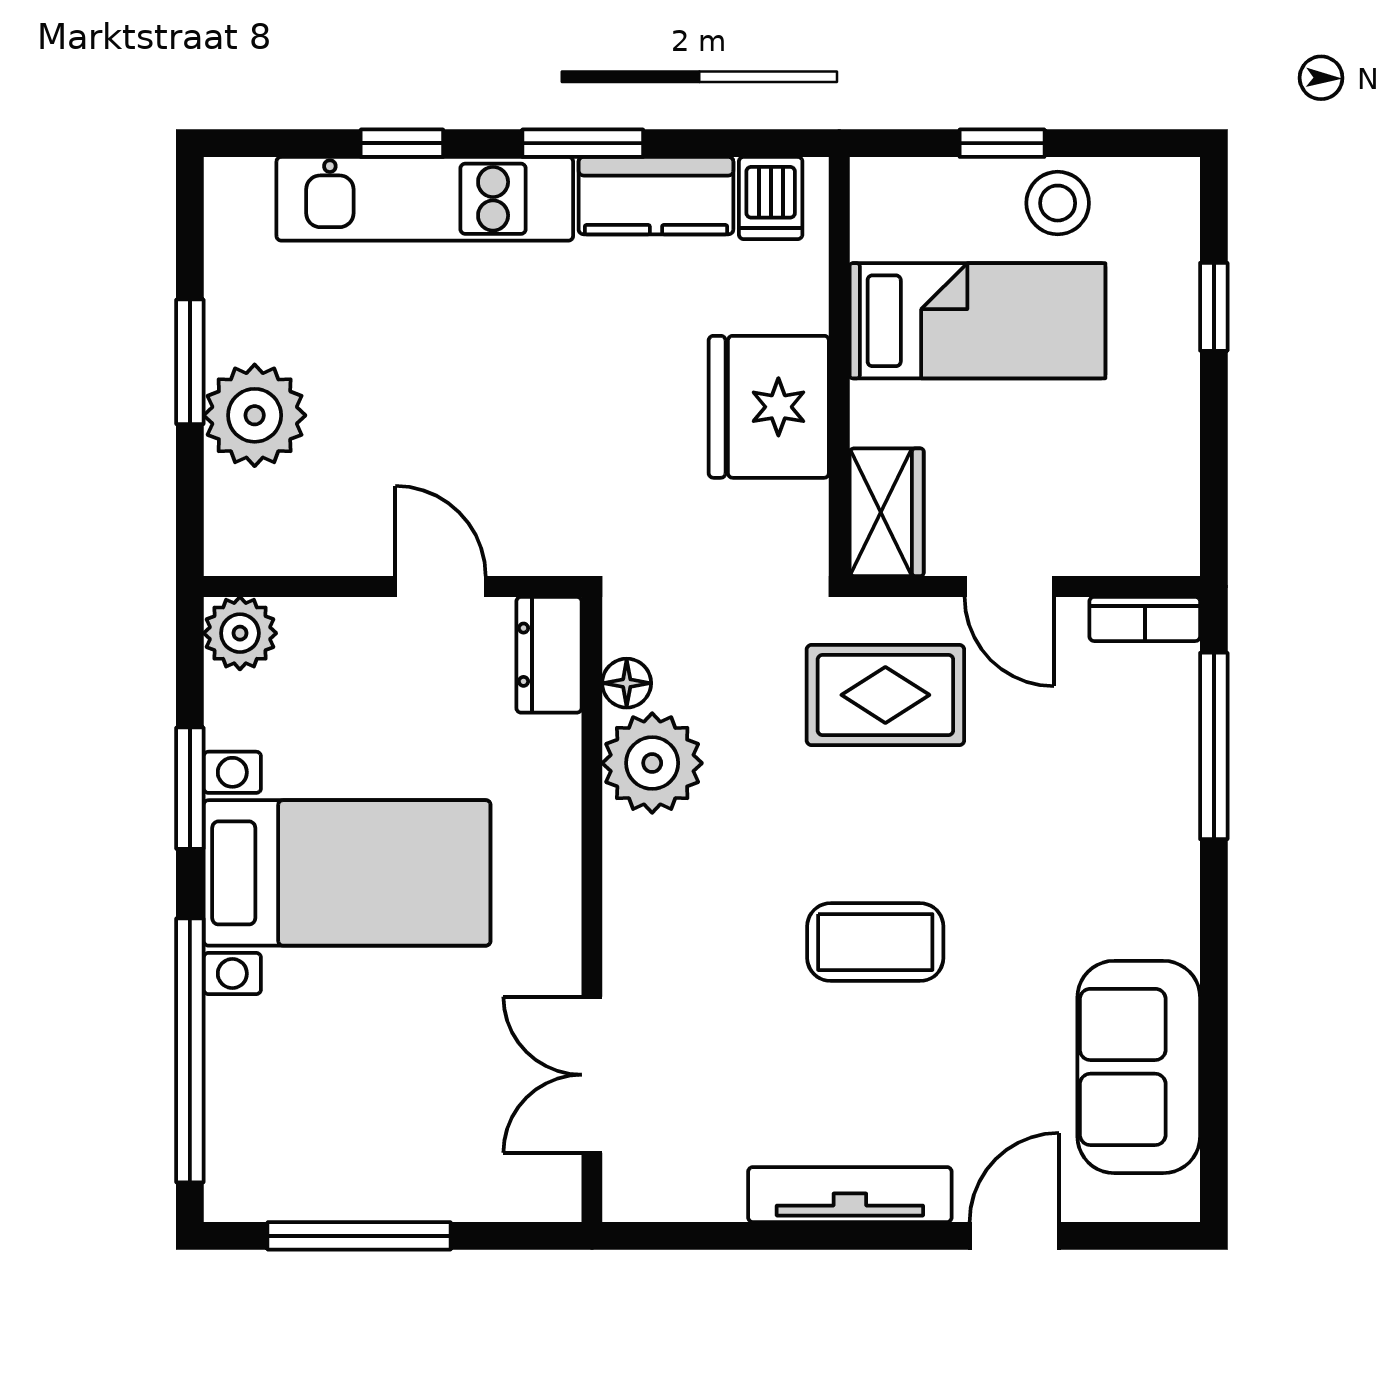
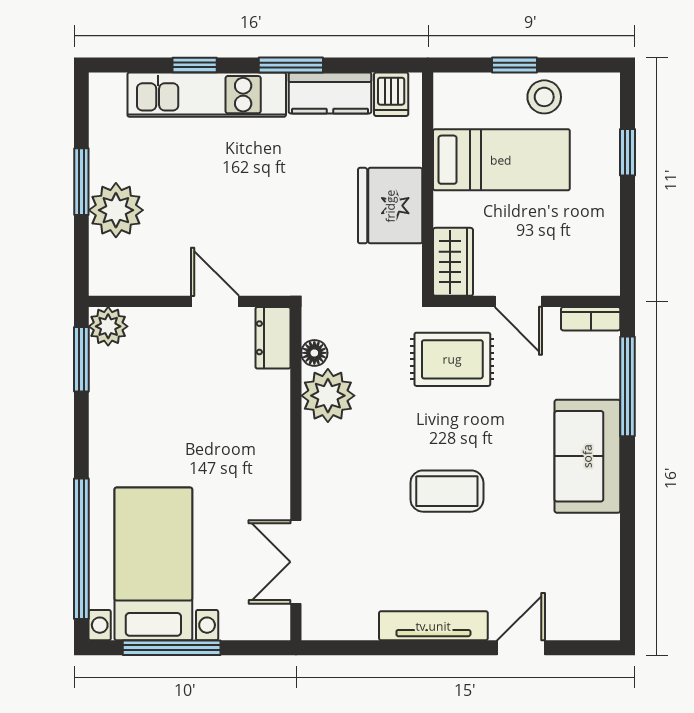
window: (190, 788) -> (81, 359), moved
bed with nightstands: (347, 873) -> (153, 564), moved, turned -90
sofa: (1139, 1067) -> (587, 456), moved

